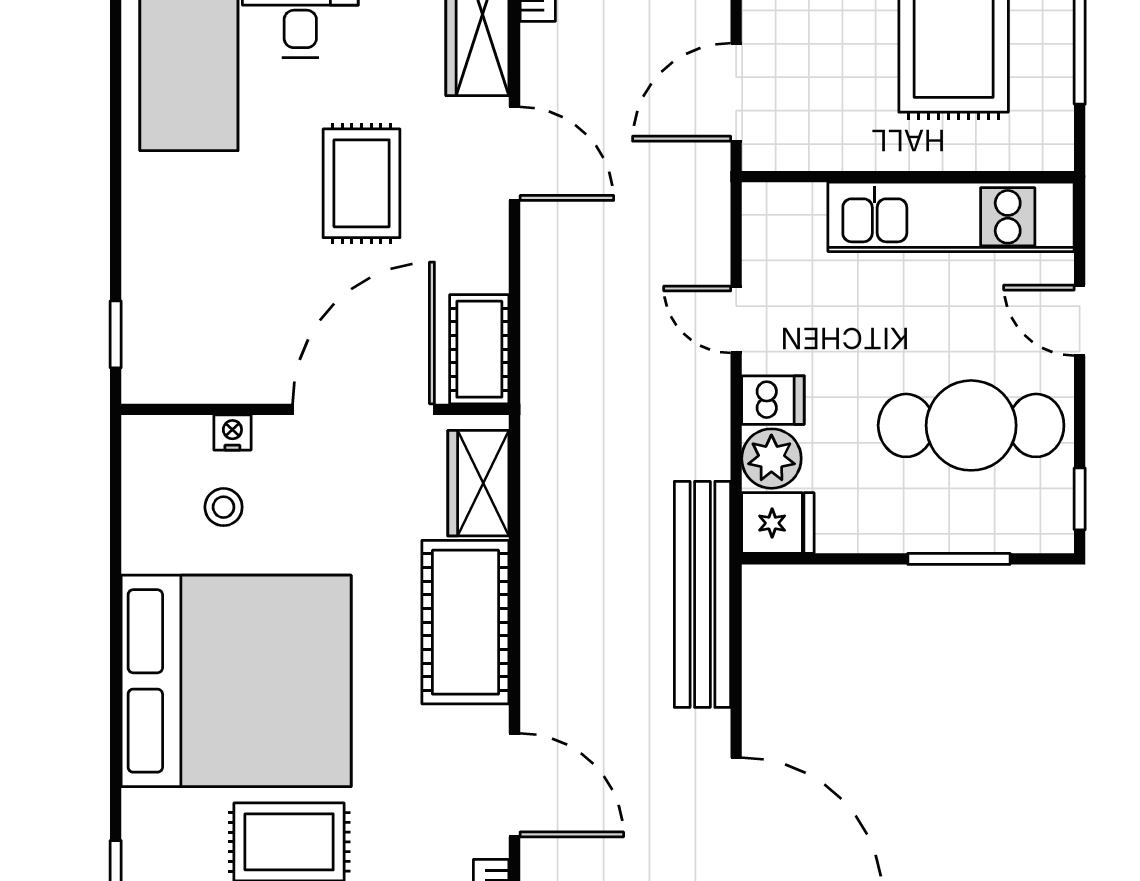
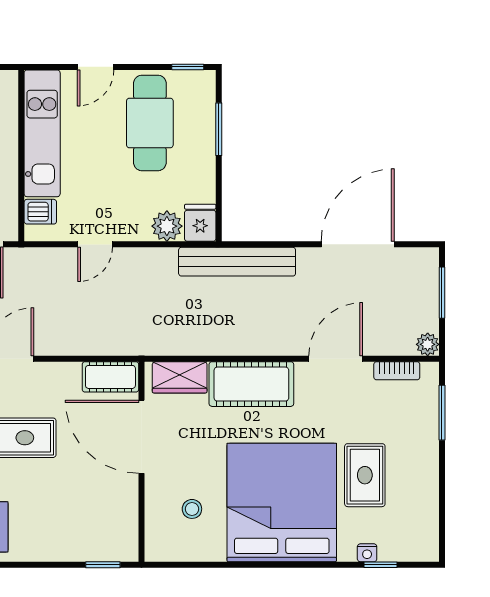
dishwasher: (773, 400) -> (40, 212), moved, turned 90
nightstand: (232, 432) -> (367, 553), moved, turned -90

